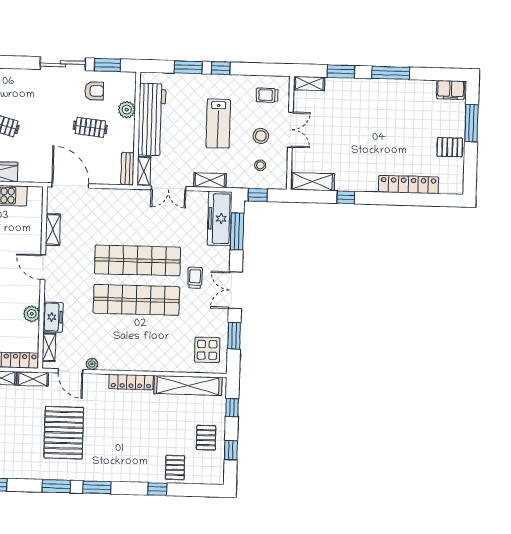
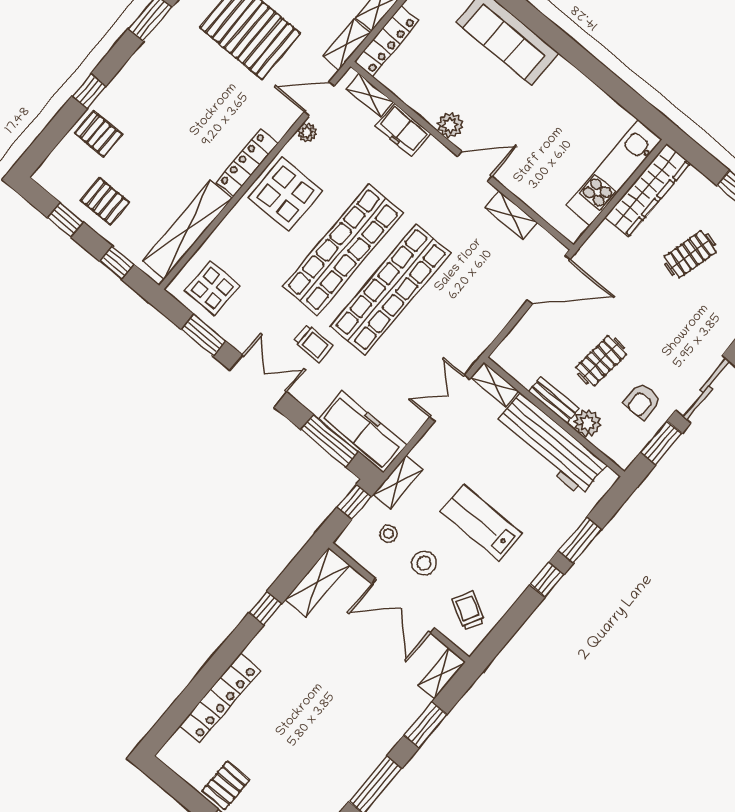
trolley: (267, 95) -> (468, 611), turned -61
double door: (290, 130) -> (403, 606), width x1.37
bench: (128, 168) -> (554, 400), moved
shelving: (210, 180) -> (398, 482), moved
plant: (32, 314) -> (450, 125), moved
display table: (131, 350) -> (286, 194), added

